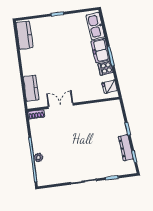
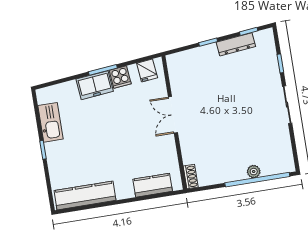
kitchen sink: (95, 26) -> (51, 122), moved, turned -84
kitchen counter: (24, 35) -> (85, 195), width x1.50
double door: (61, 106) -> (173, 115), moved

